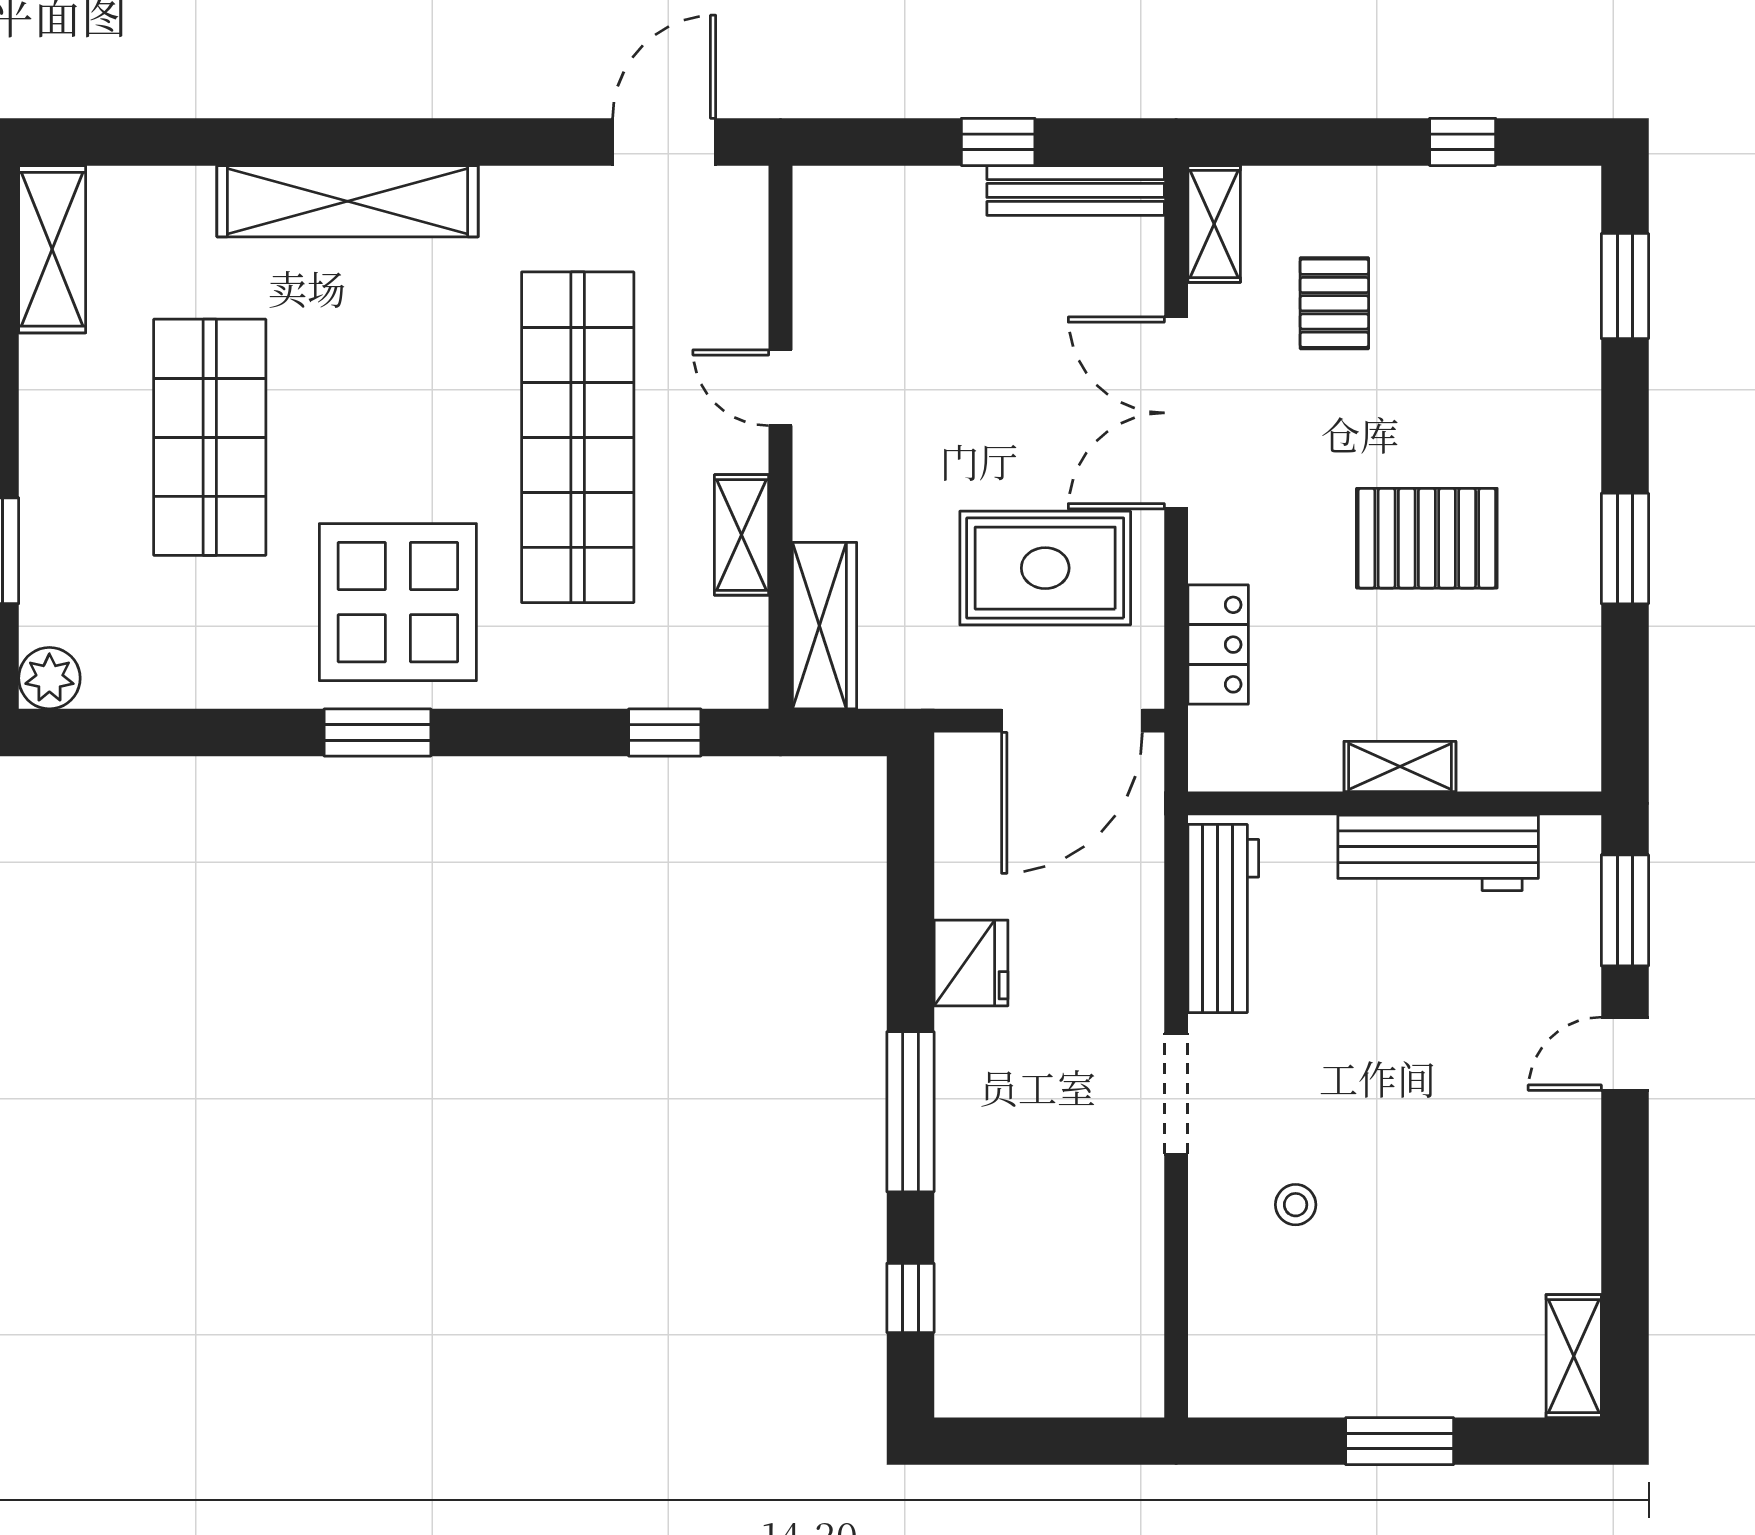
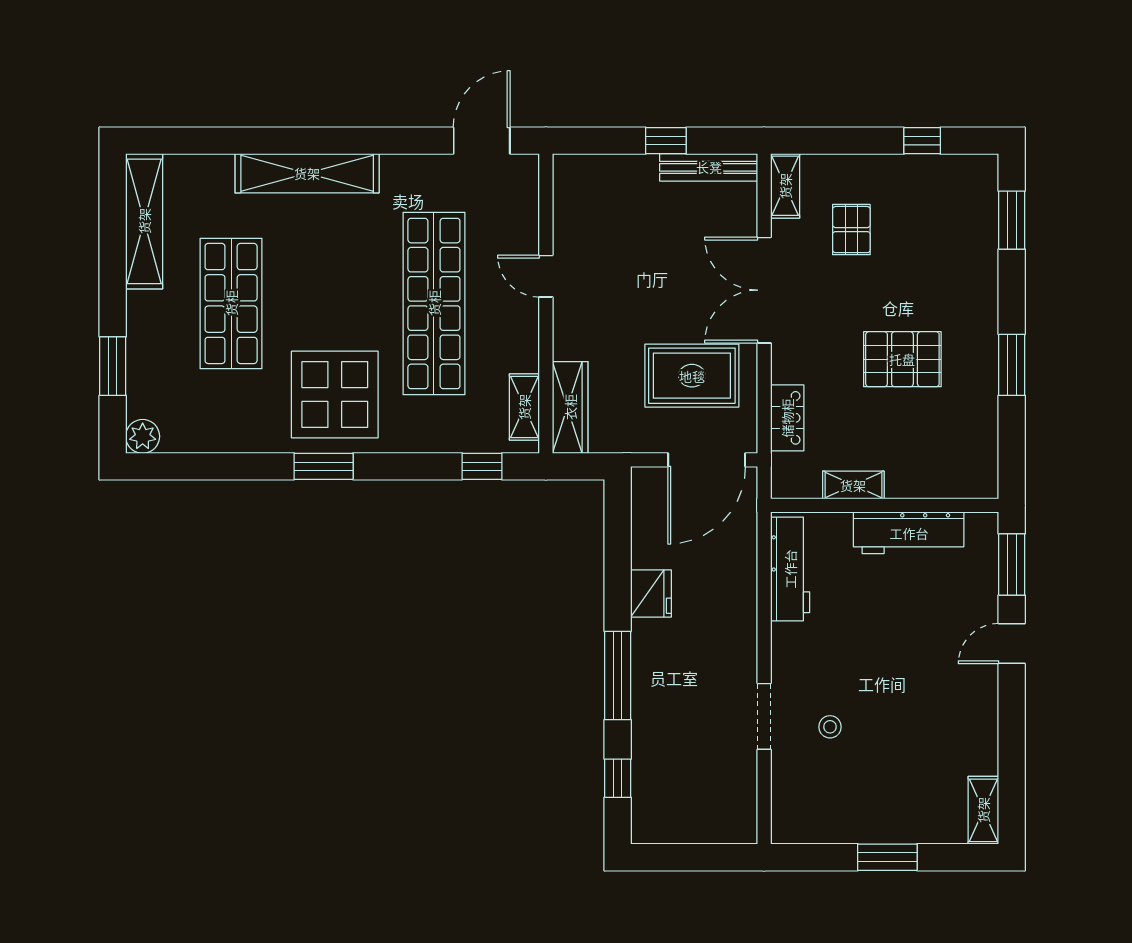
shelving: (52, 249) -> (144, 221), width x1.47
shelving: (742, 535) -> (524, 407), moved
shelving: (1400, 766) -> (853, 485), moved
doorway: (1176, 1094) -> (764, 716), moved

